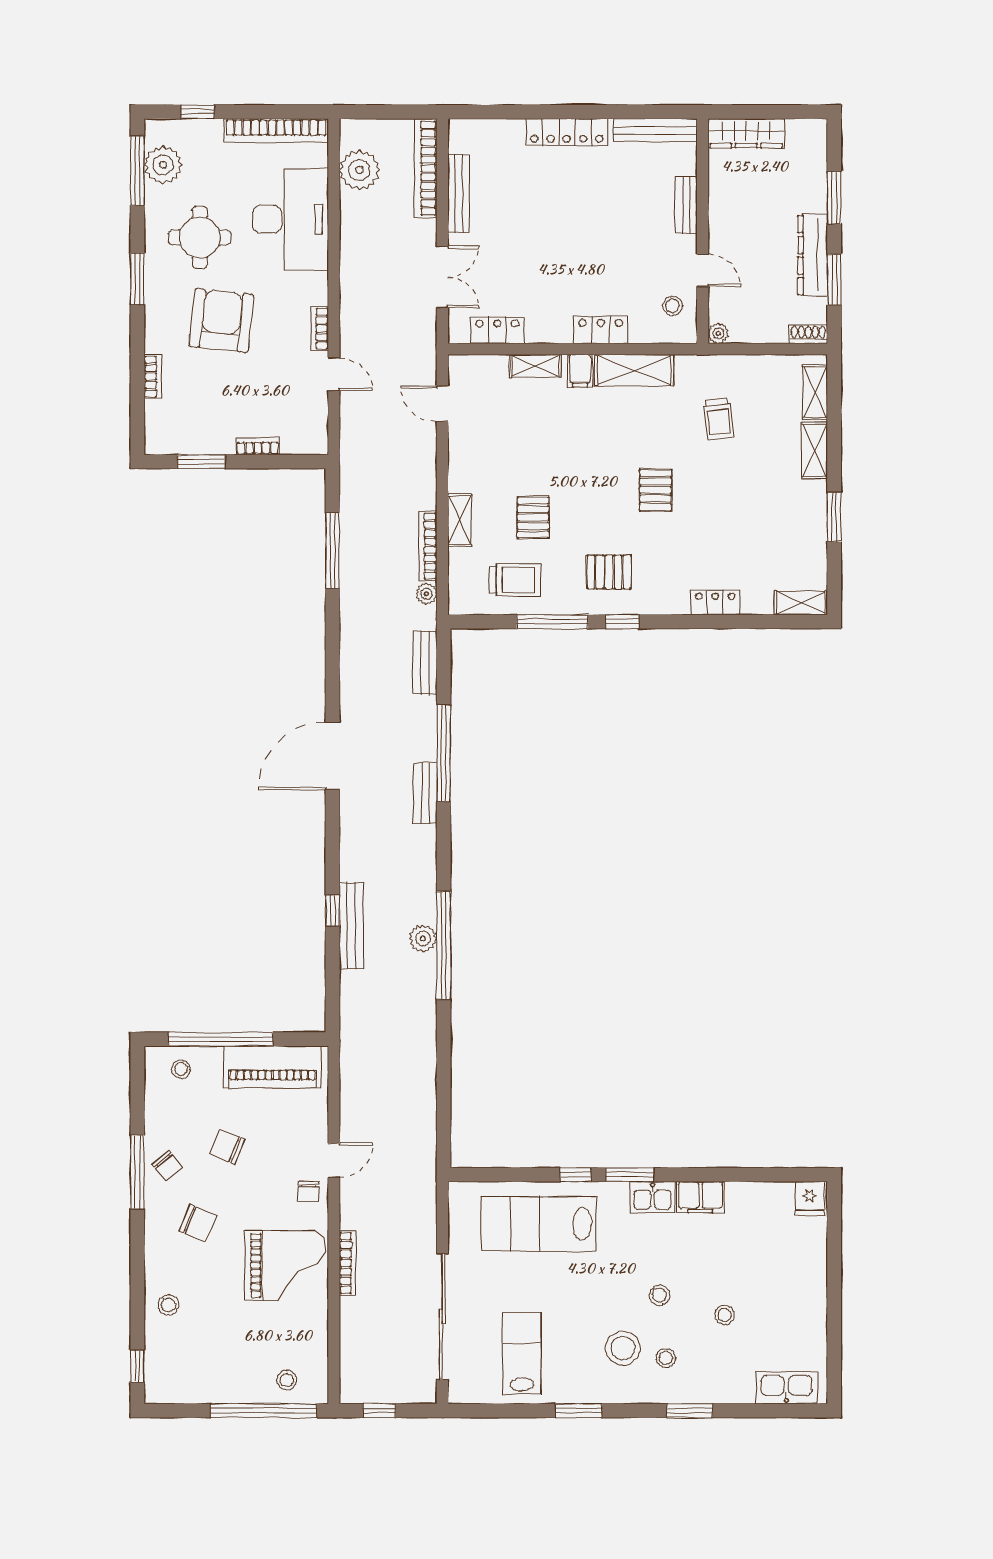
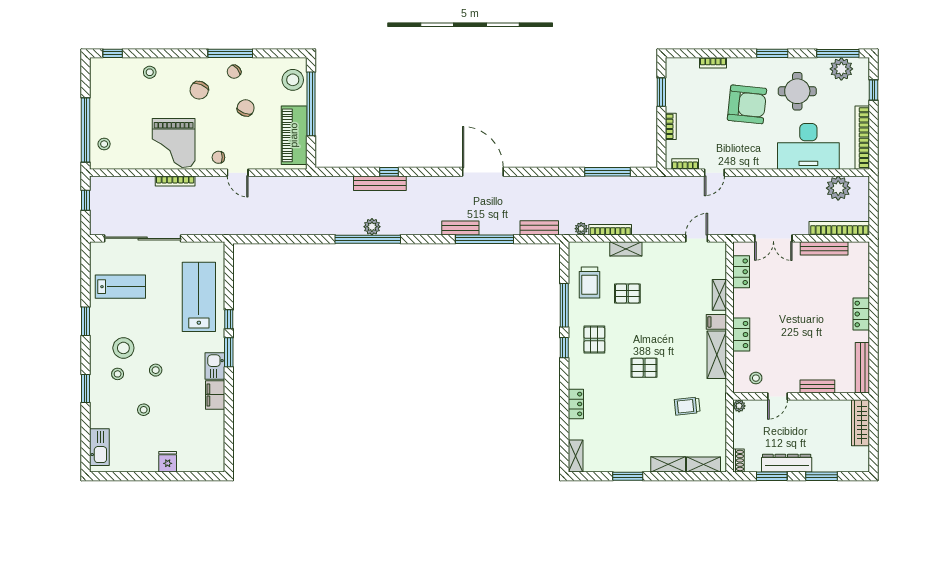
locker: (567, 132) -> (861, 314), width x0.66
bookcase: (320, 329) -> (685, 164), moved
stool: (181, 1069) -> (293, 80), width x1.89, depth x1.89
fridge: (810, 1199) -> (168, 462), moved, turned 90

